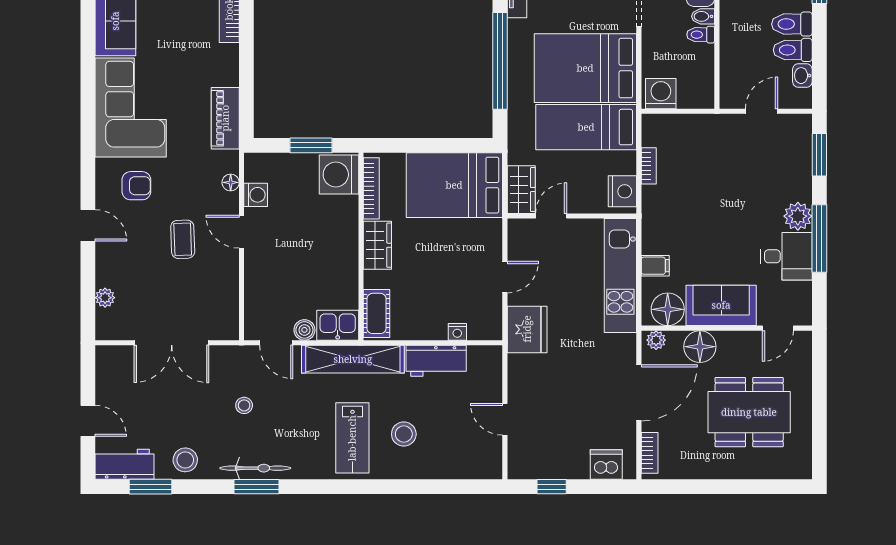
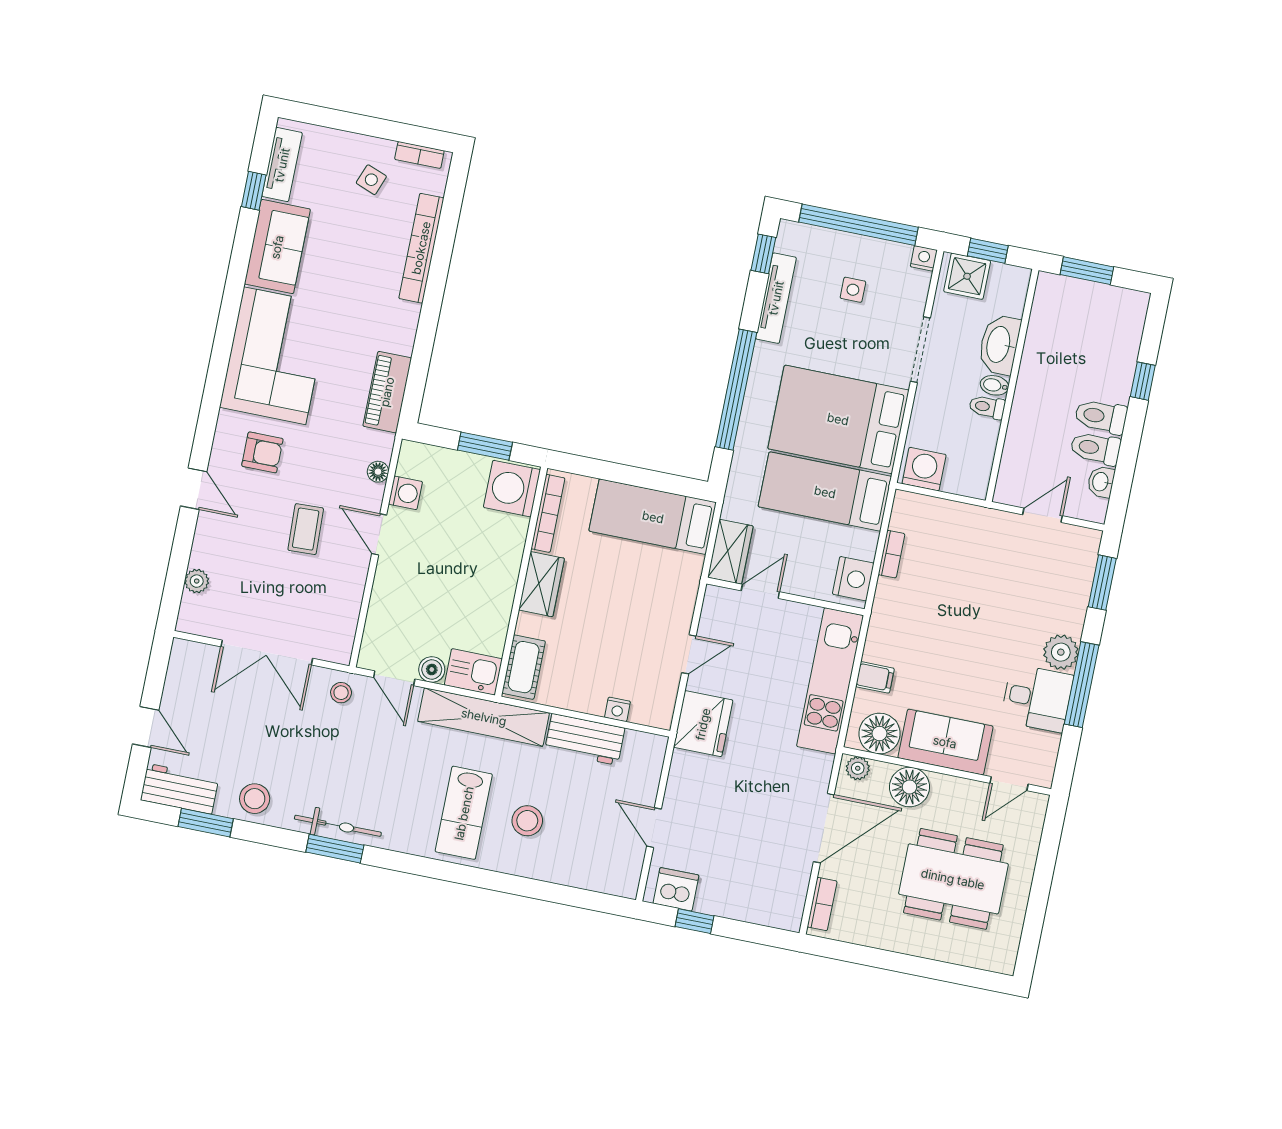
bed: (454, 185) -> (653, 517), width x0.67
stool: (244, 405) -> (341, 693), moved
dishwasher: (606, 464) -> (676, 889), moved

